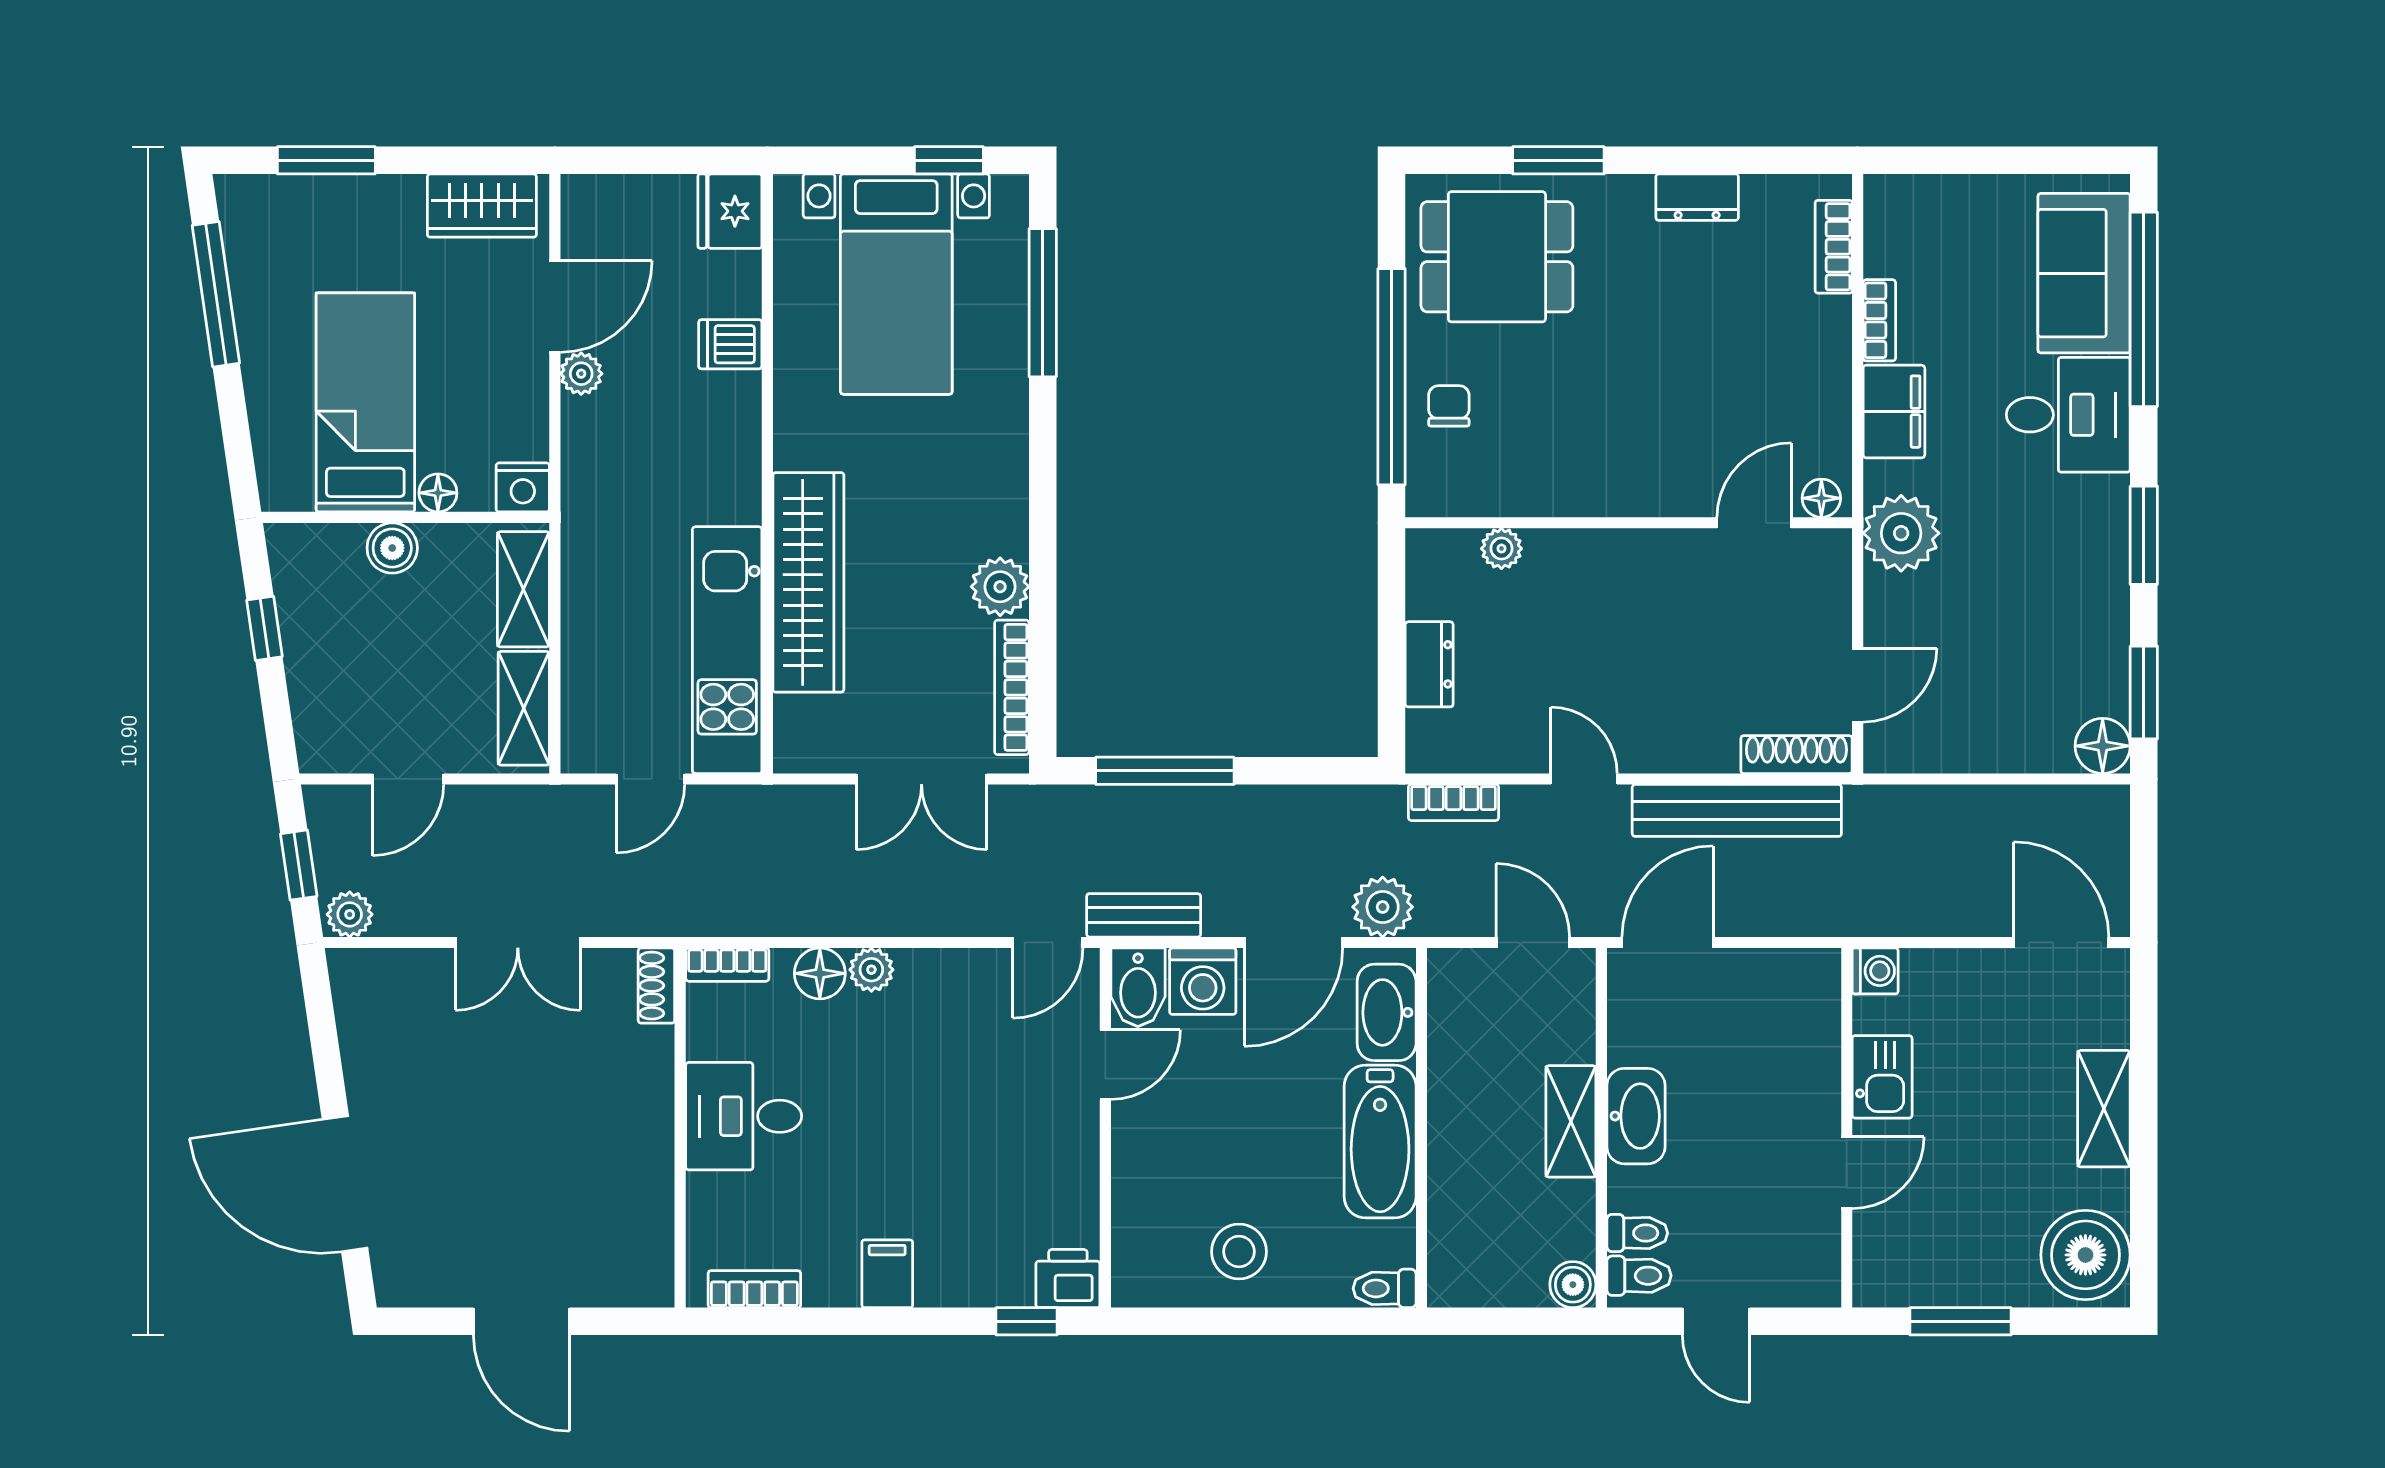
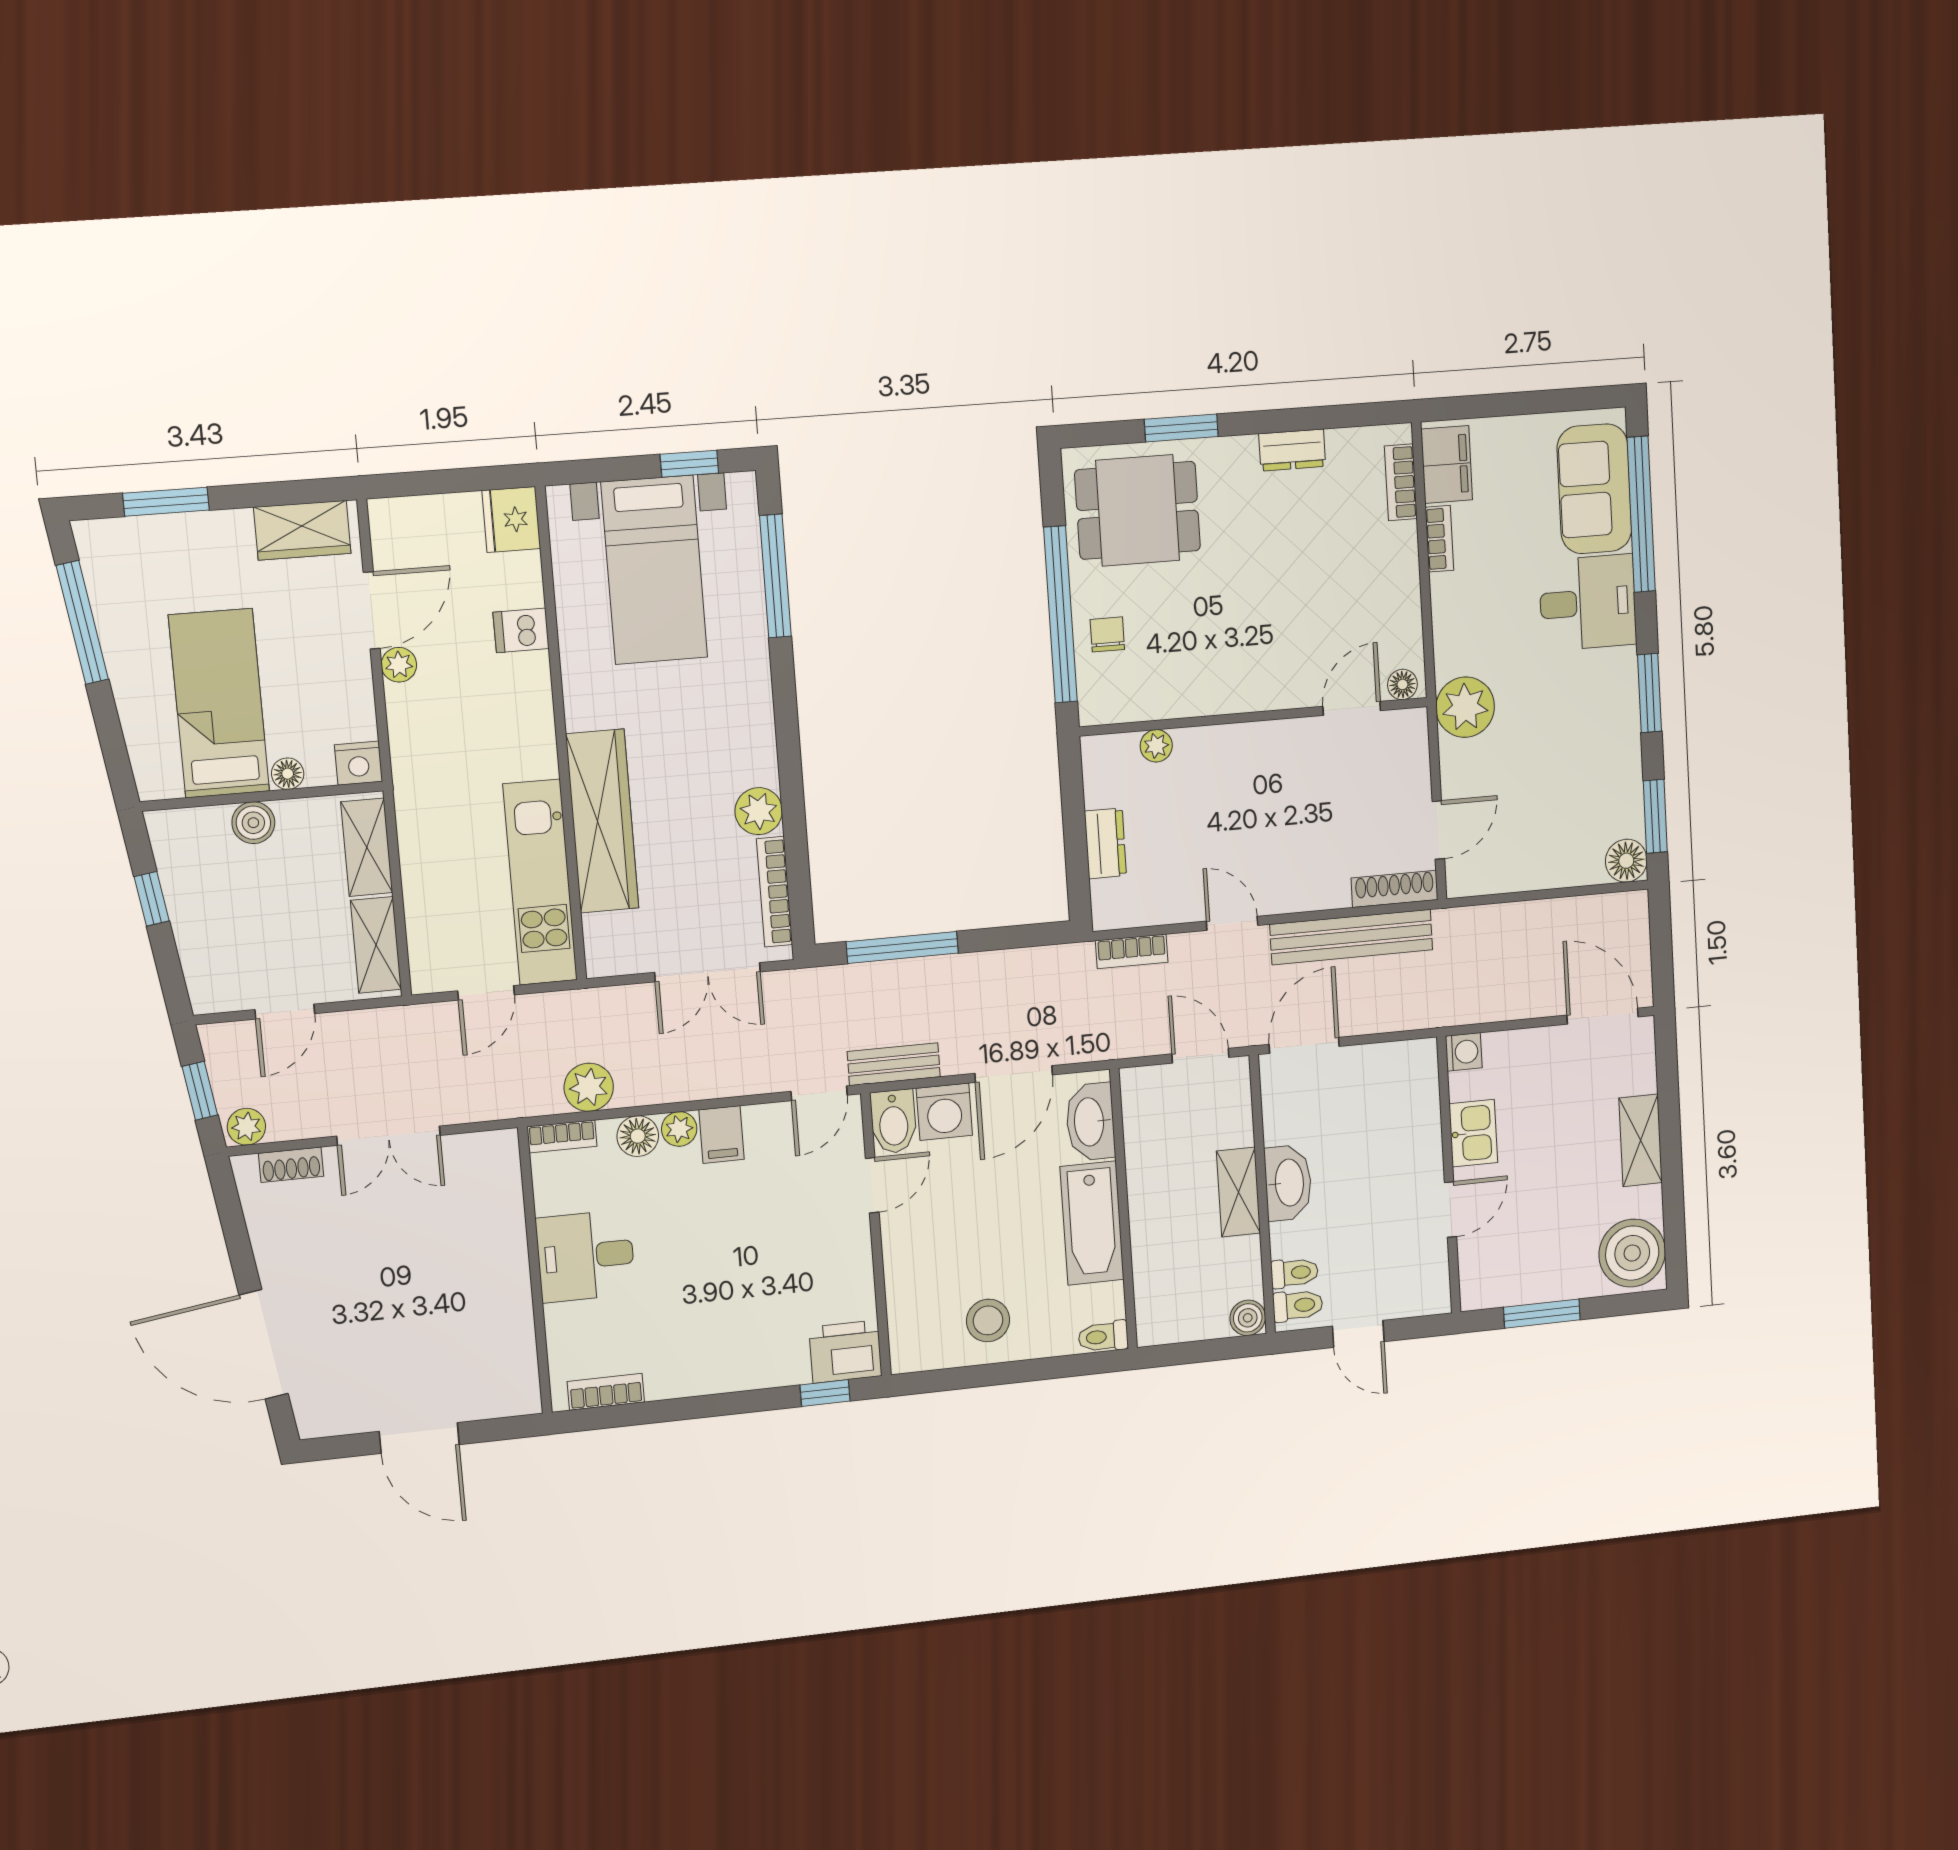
filing cabinet: (1894, 412) -> (1447, 464), moved
plant: (1383, 907) -> (589, 1087), moved
shoe rack: (656, 986) -> (291, 1165), moved, turned -90
filing cabinet: (887, 1274) -> (721, 1135), moved, turned 180
printer: (1068, 1279) -> (846, 1352), width x1.36, depth x1.24

